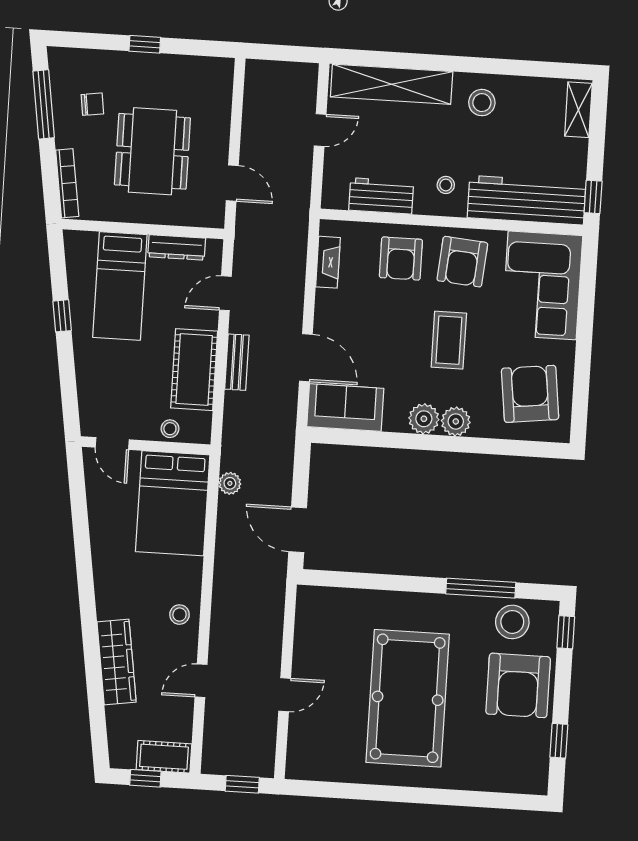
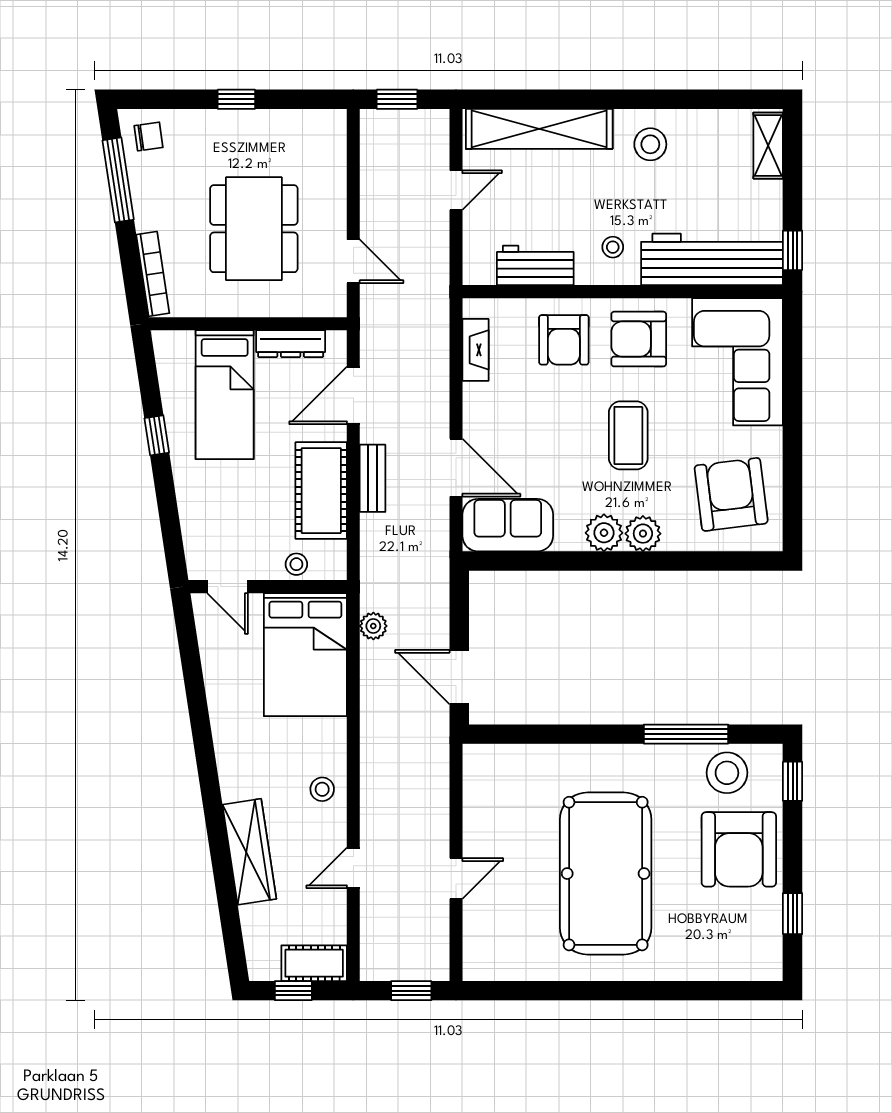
window: (277, 53) -> (397, 99), added
chair: (92, 104) -> (149, 137), moved
armchair: (462, 262) -> (639, 339), turned 85
door: (225, 293) -> (353, 395), width x1.38

